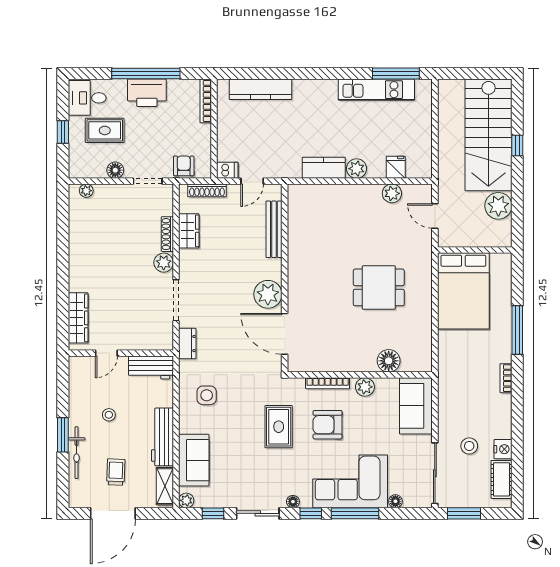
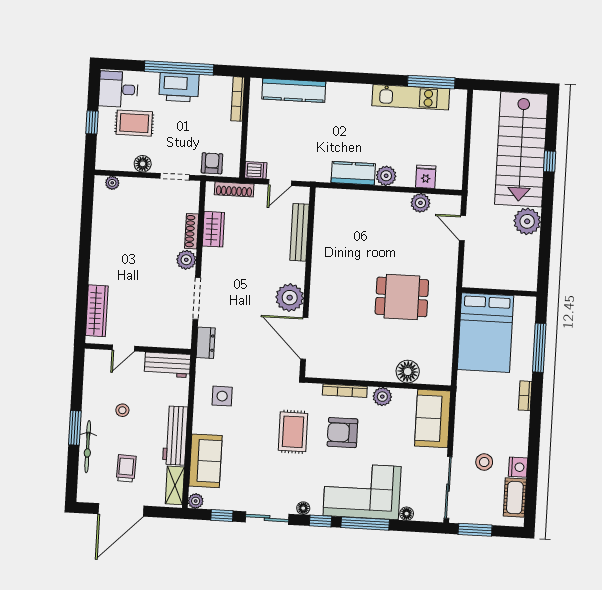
wall: (475, 250) -> (499, 292), moved
bed: (463, 291) -> (486, 333), moved

